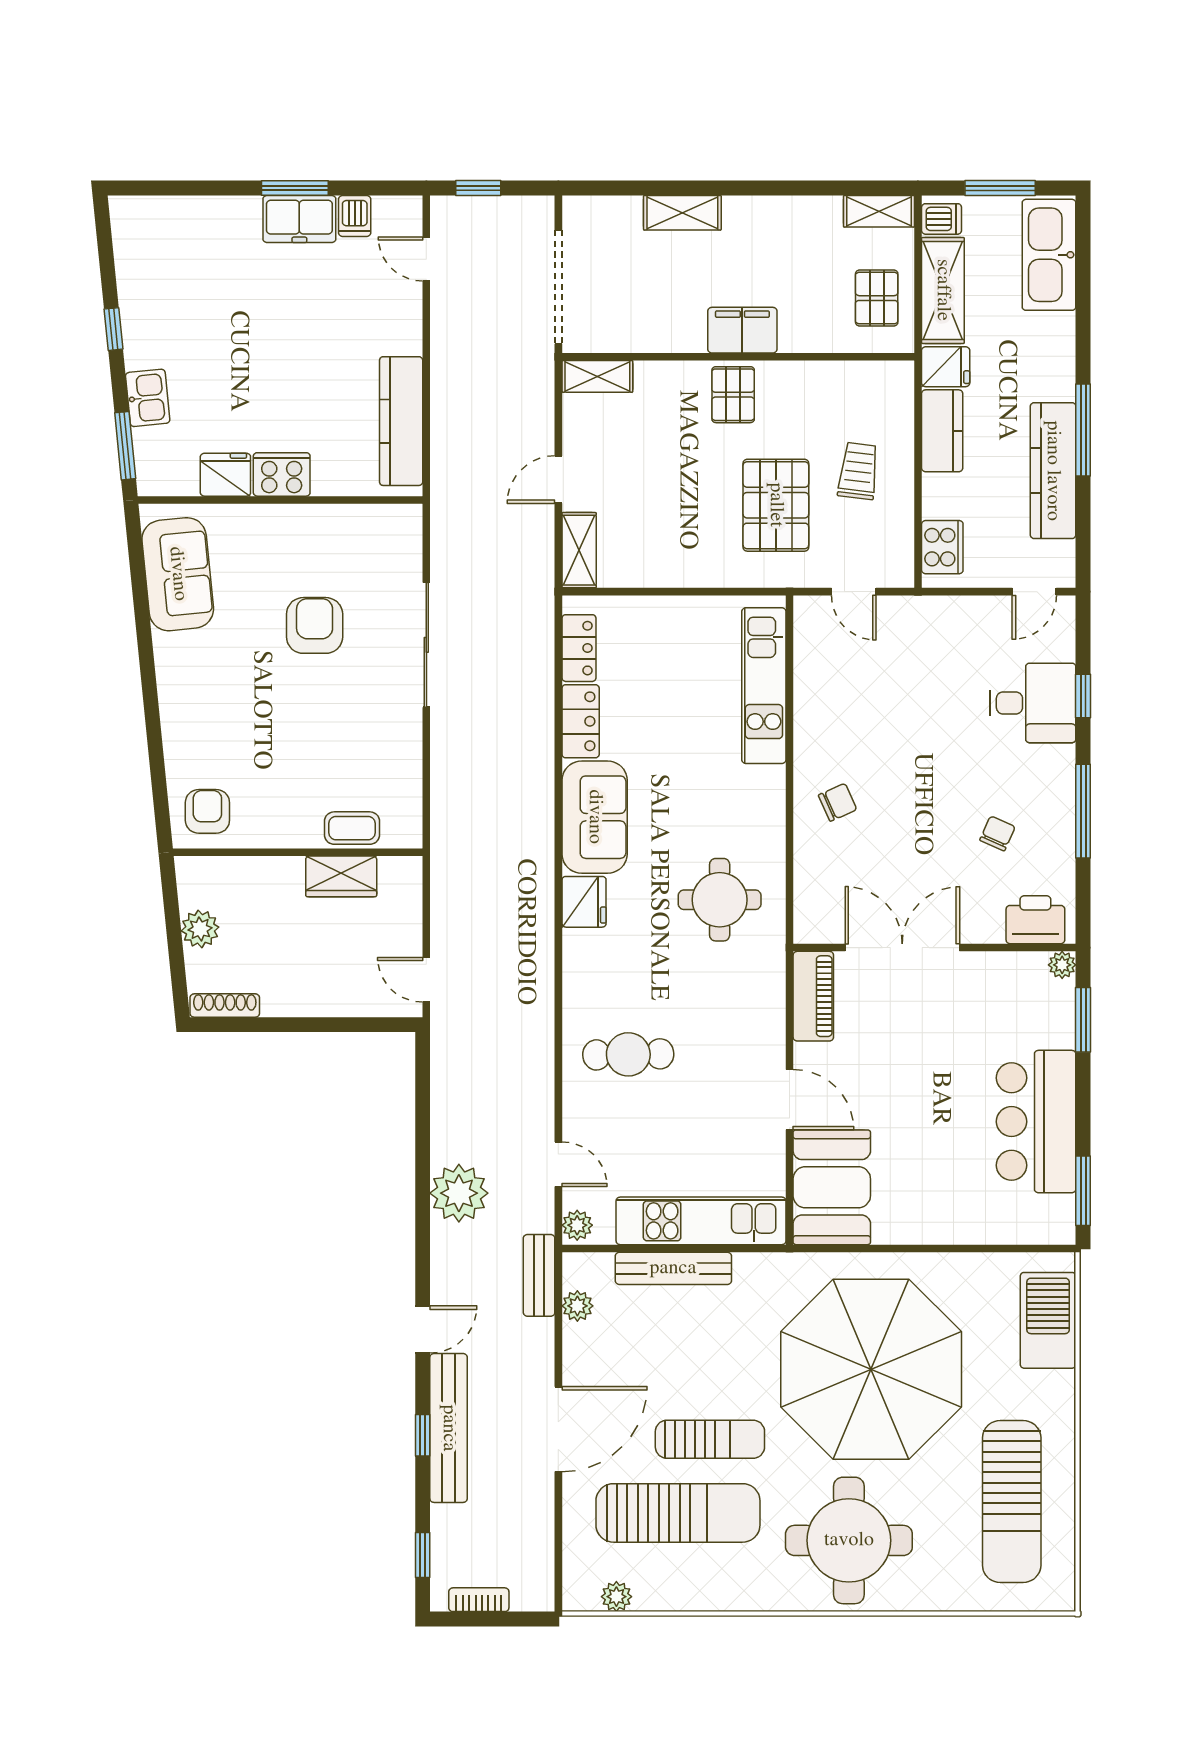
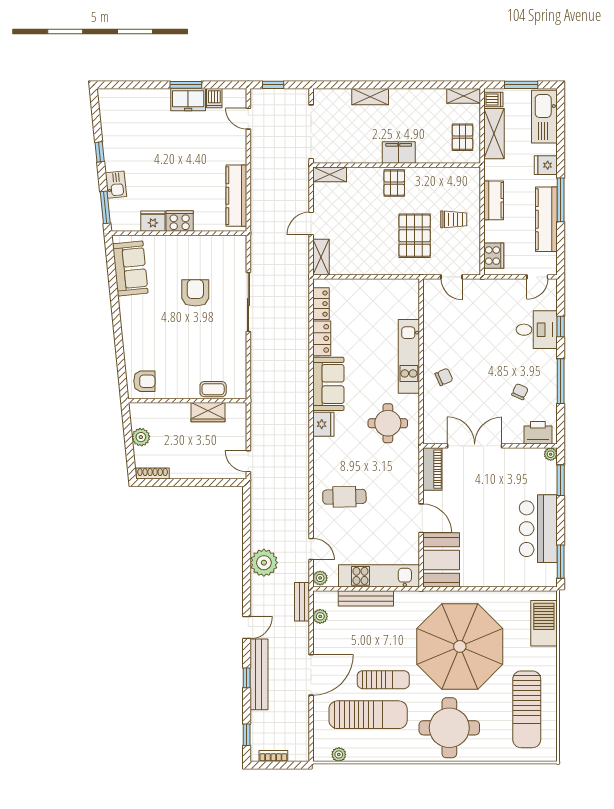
fridge: (946, 367) -> (546, 165), moved, turned 180
trolley: (858, 471) -> (454, 219), turned 83
kitchen unit: (764, 686) -> (409, 356), moved
armchair: (207, 811) -> (144, 381), turned 90

